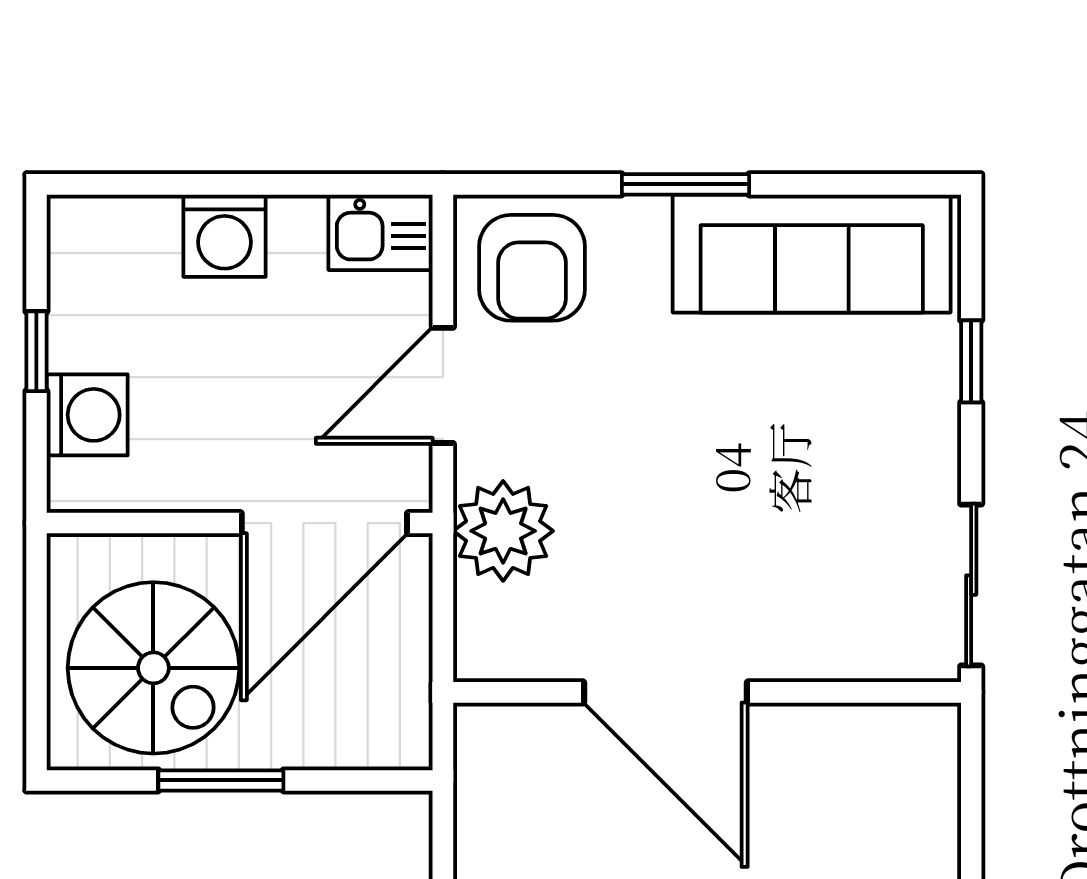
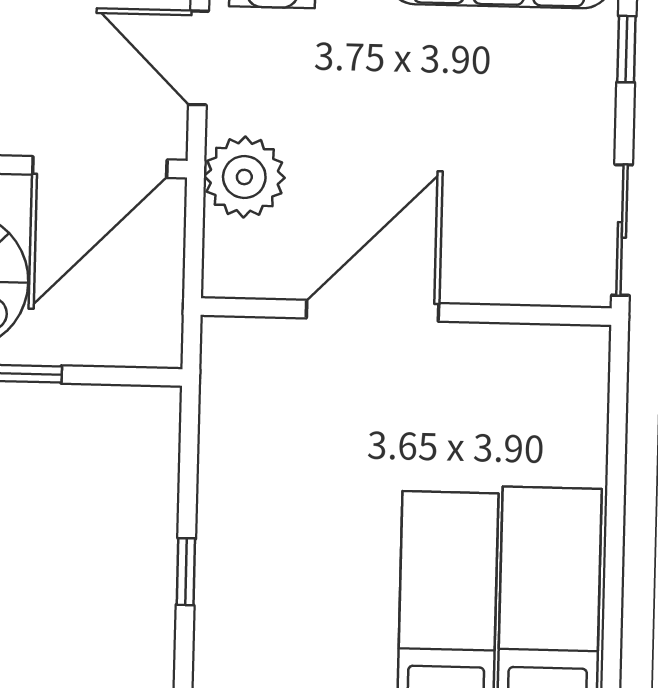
door: (443, 385) -> (198, 58), hinge flipped
door: (665, 692) -> (373, 311), swing flipped

